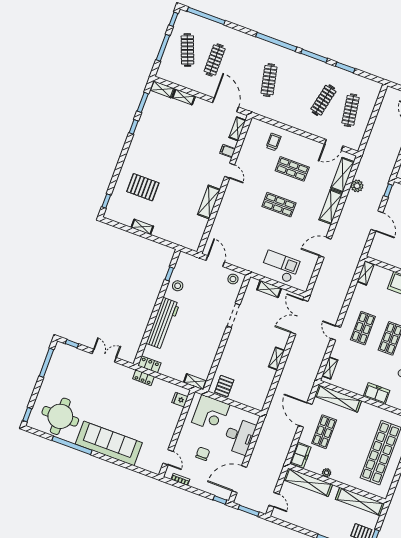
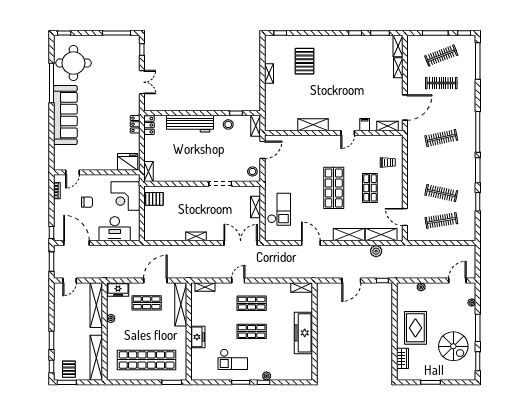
shop shelf: (279, 205) -> (334, 188), width x1.43, depth x1.36
shelving: (189, 259) -> (256, 126), added
fridge: (180, 400) -> (128, 162), width x1.88, depth x1.34

